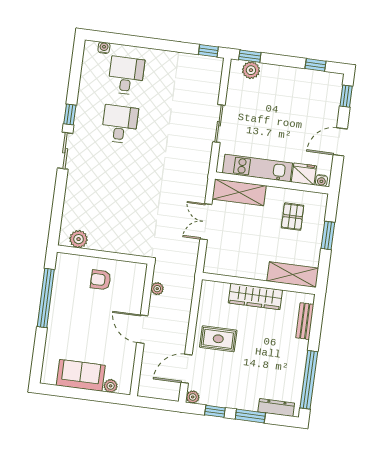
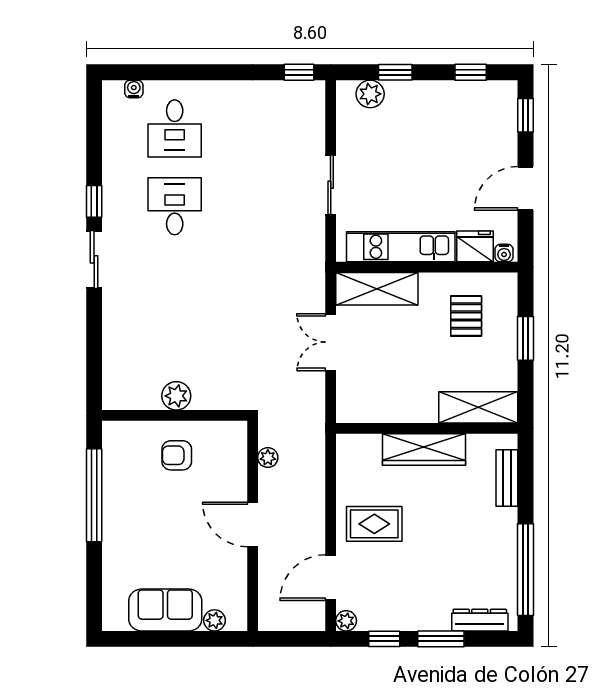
window: (250, 56) -> (395, 72), moved
desk: (126, 76) -> (175, 128), turned 180
plant: (79, 239) -> (176, 396), moved

